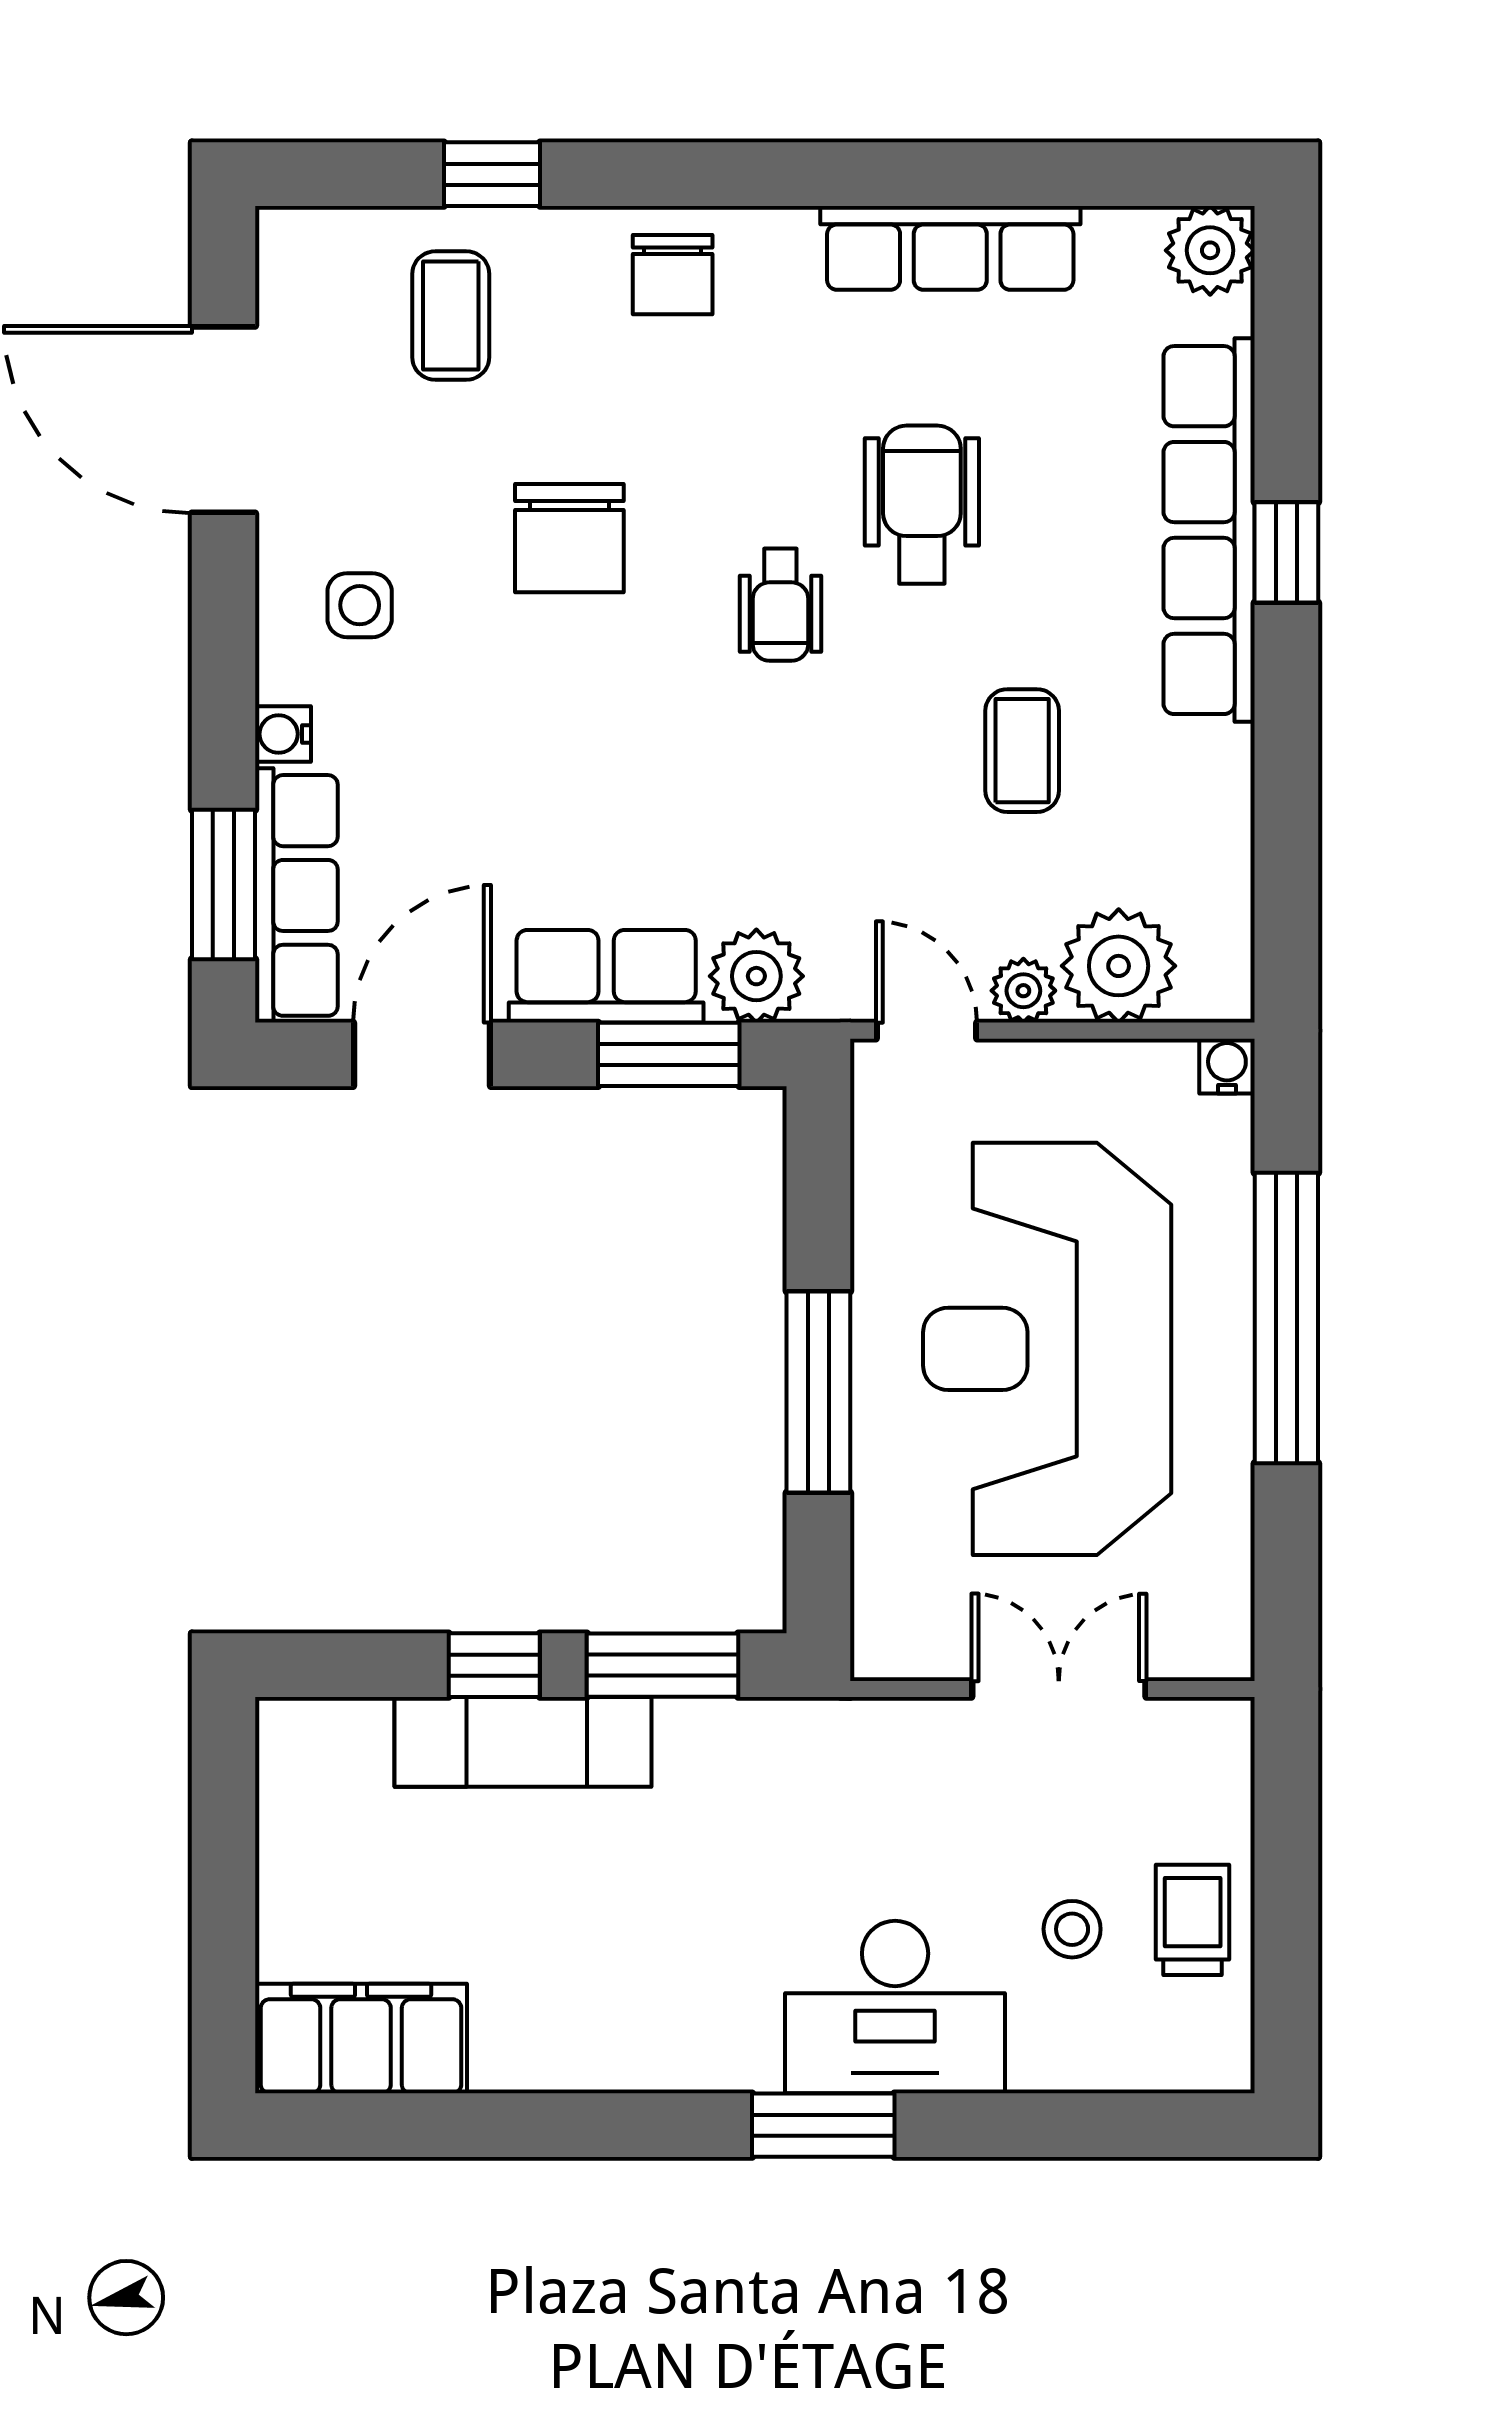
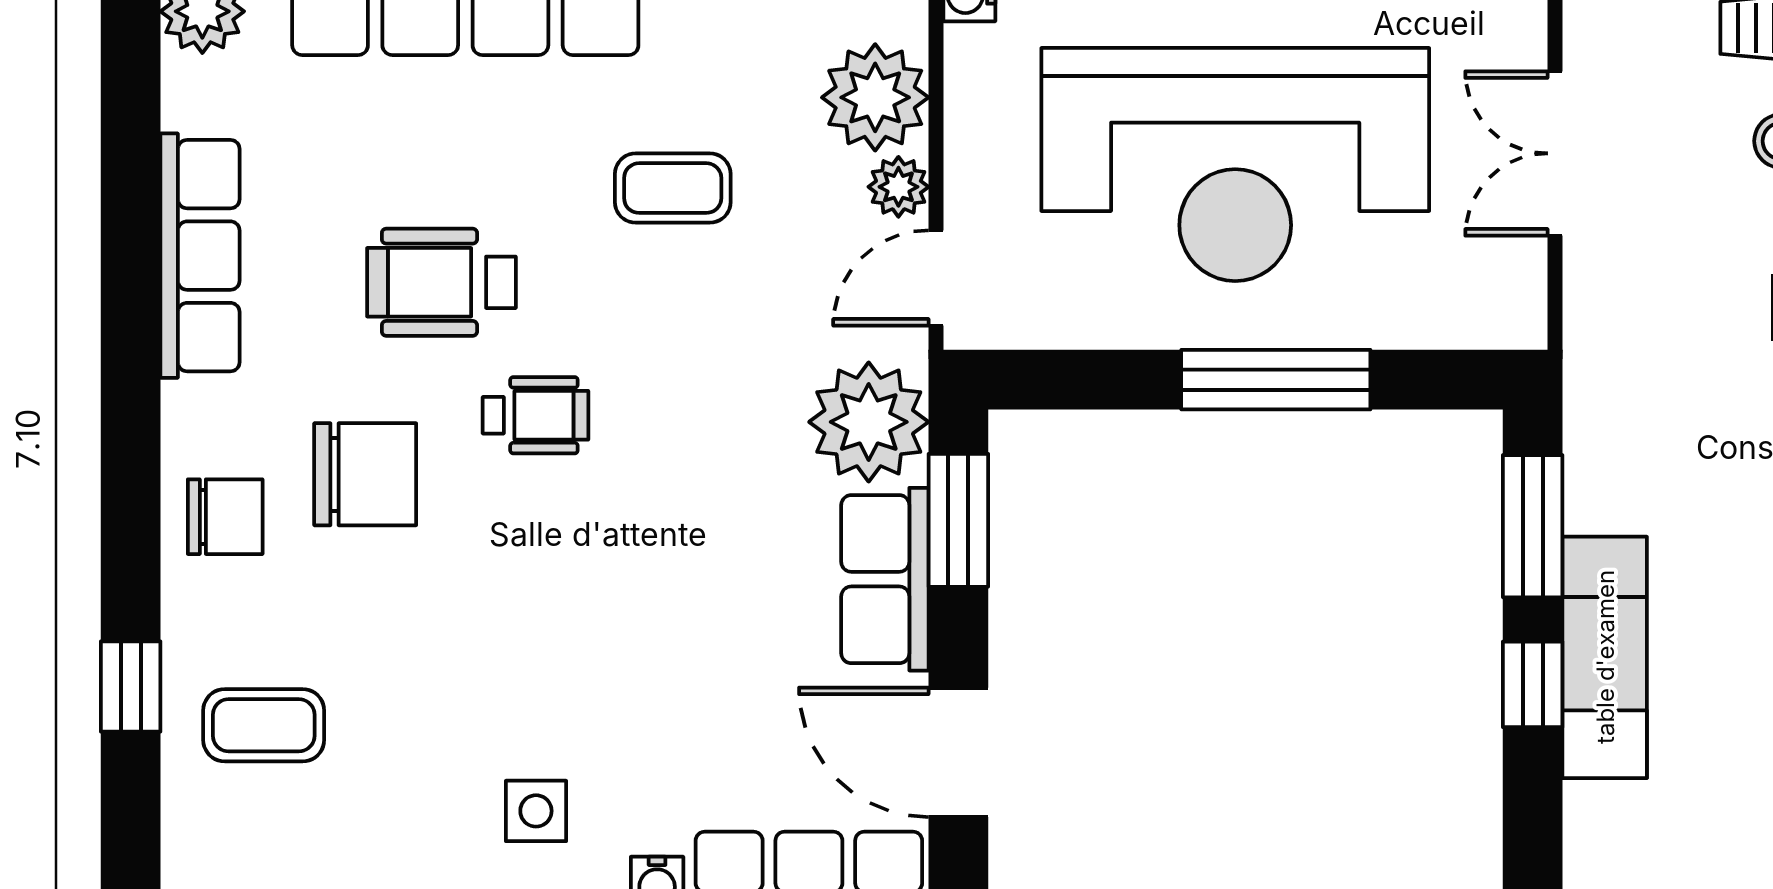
chair: (569, 538) -> (365, 474), moved
plant: (756, 976) -> (869, 422), width x1.36, depth x1.36

